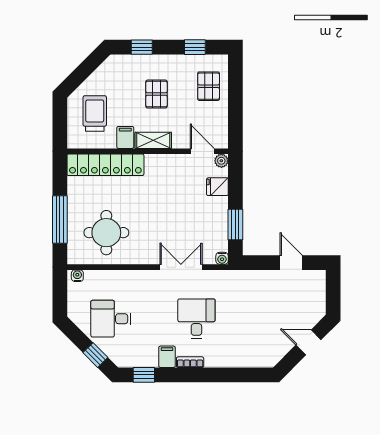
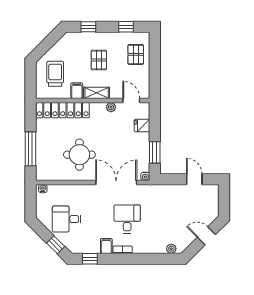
plant: (221, 161) -> (111, 107), moved
round table: (106, 233) -> (79, 155), moved
double door: (181, 267) -> (116, 183), width x1.37
plant: (259, 361) -> (171, 249), added

